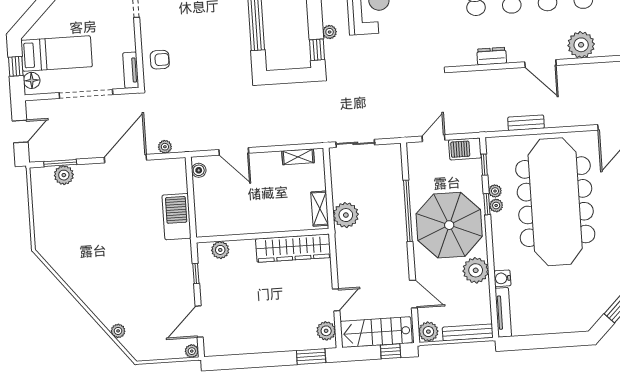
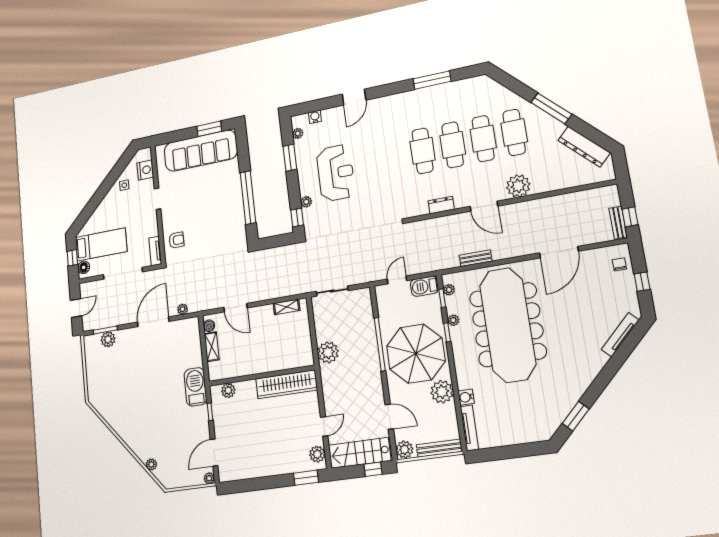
plant: (496, 205) -> (449, 290), moved
shelving: (320, 209) -> (212, 347), moved
barbecue: (177, 217) -> (195, 387), moved

